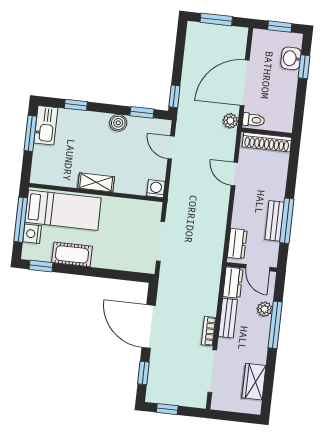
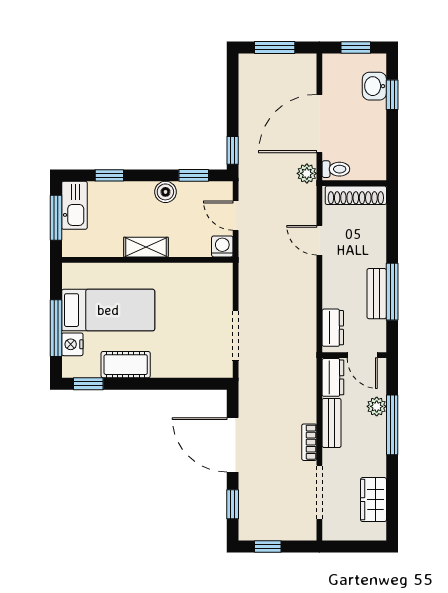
shelving: (96, 182) -> (146, 247), moved
washing machine: (156, 189) -> (222, 246), moved
wall: (96, 192) -> (147, 260), moved

